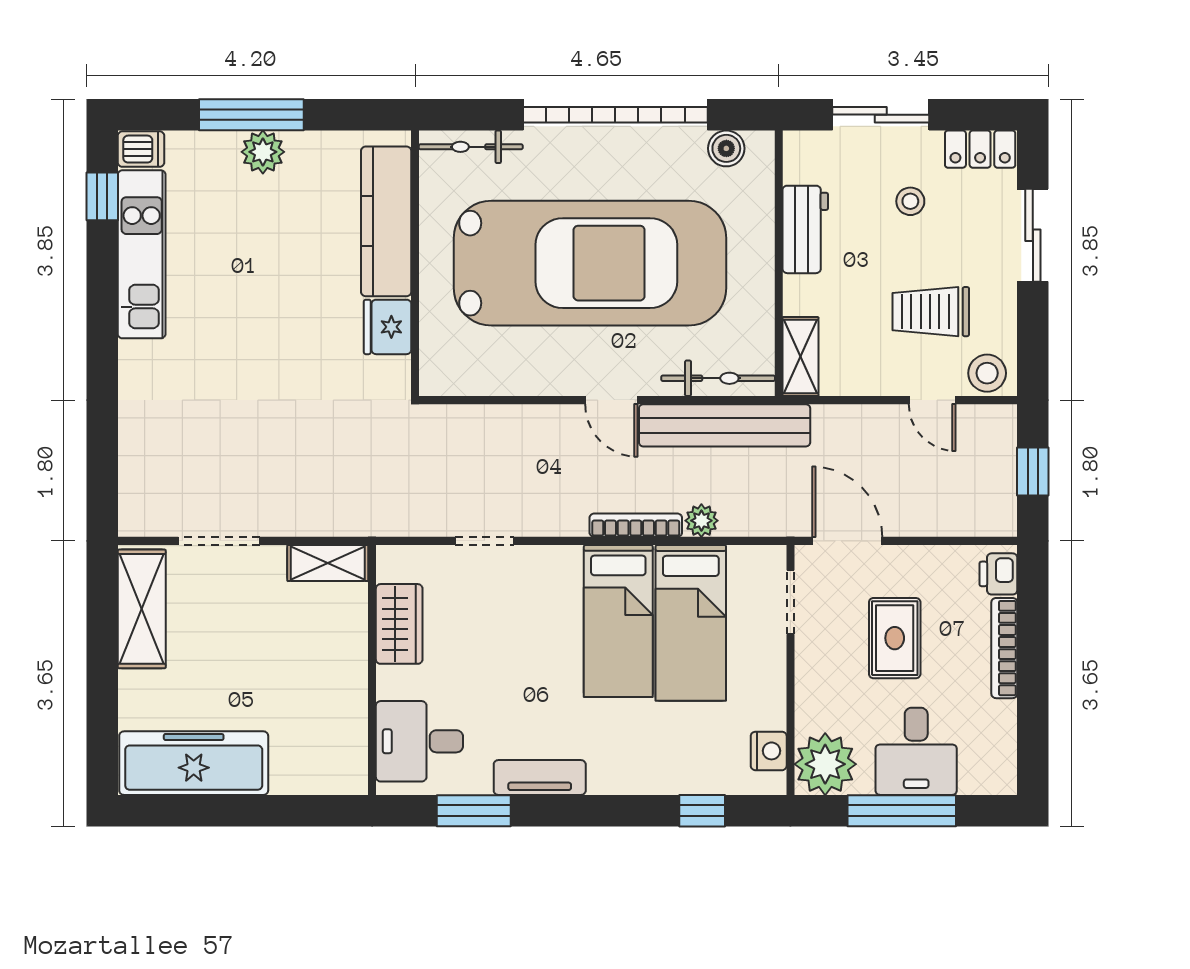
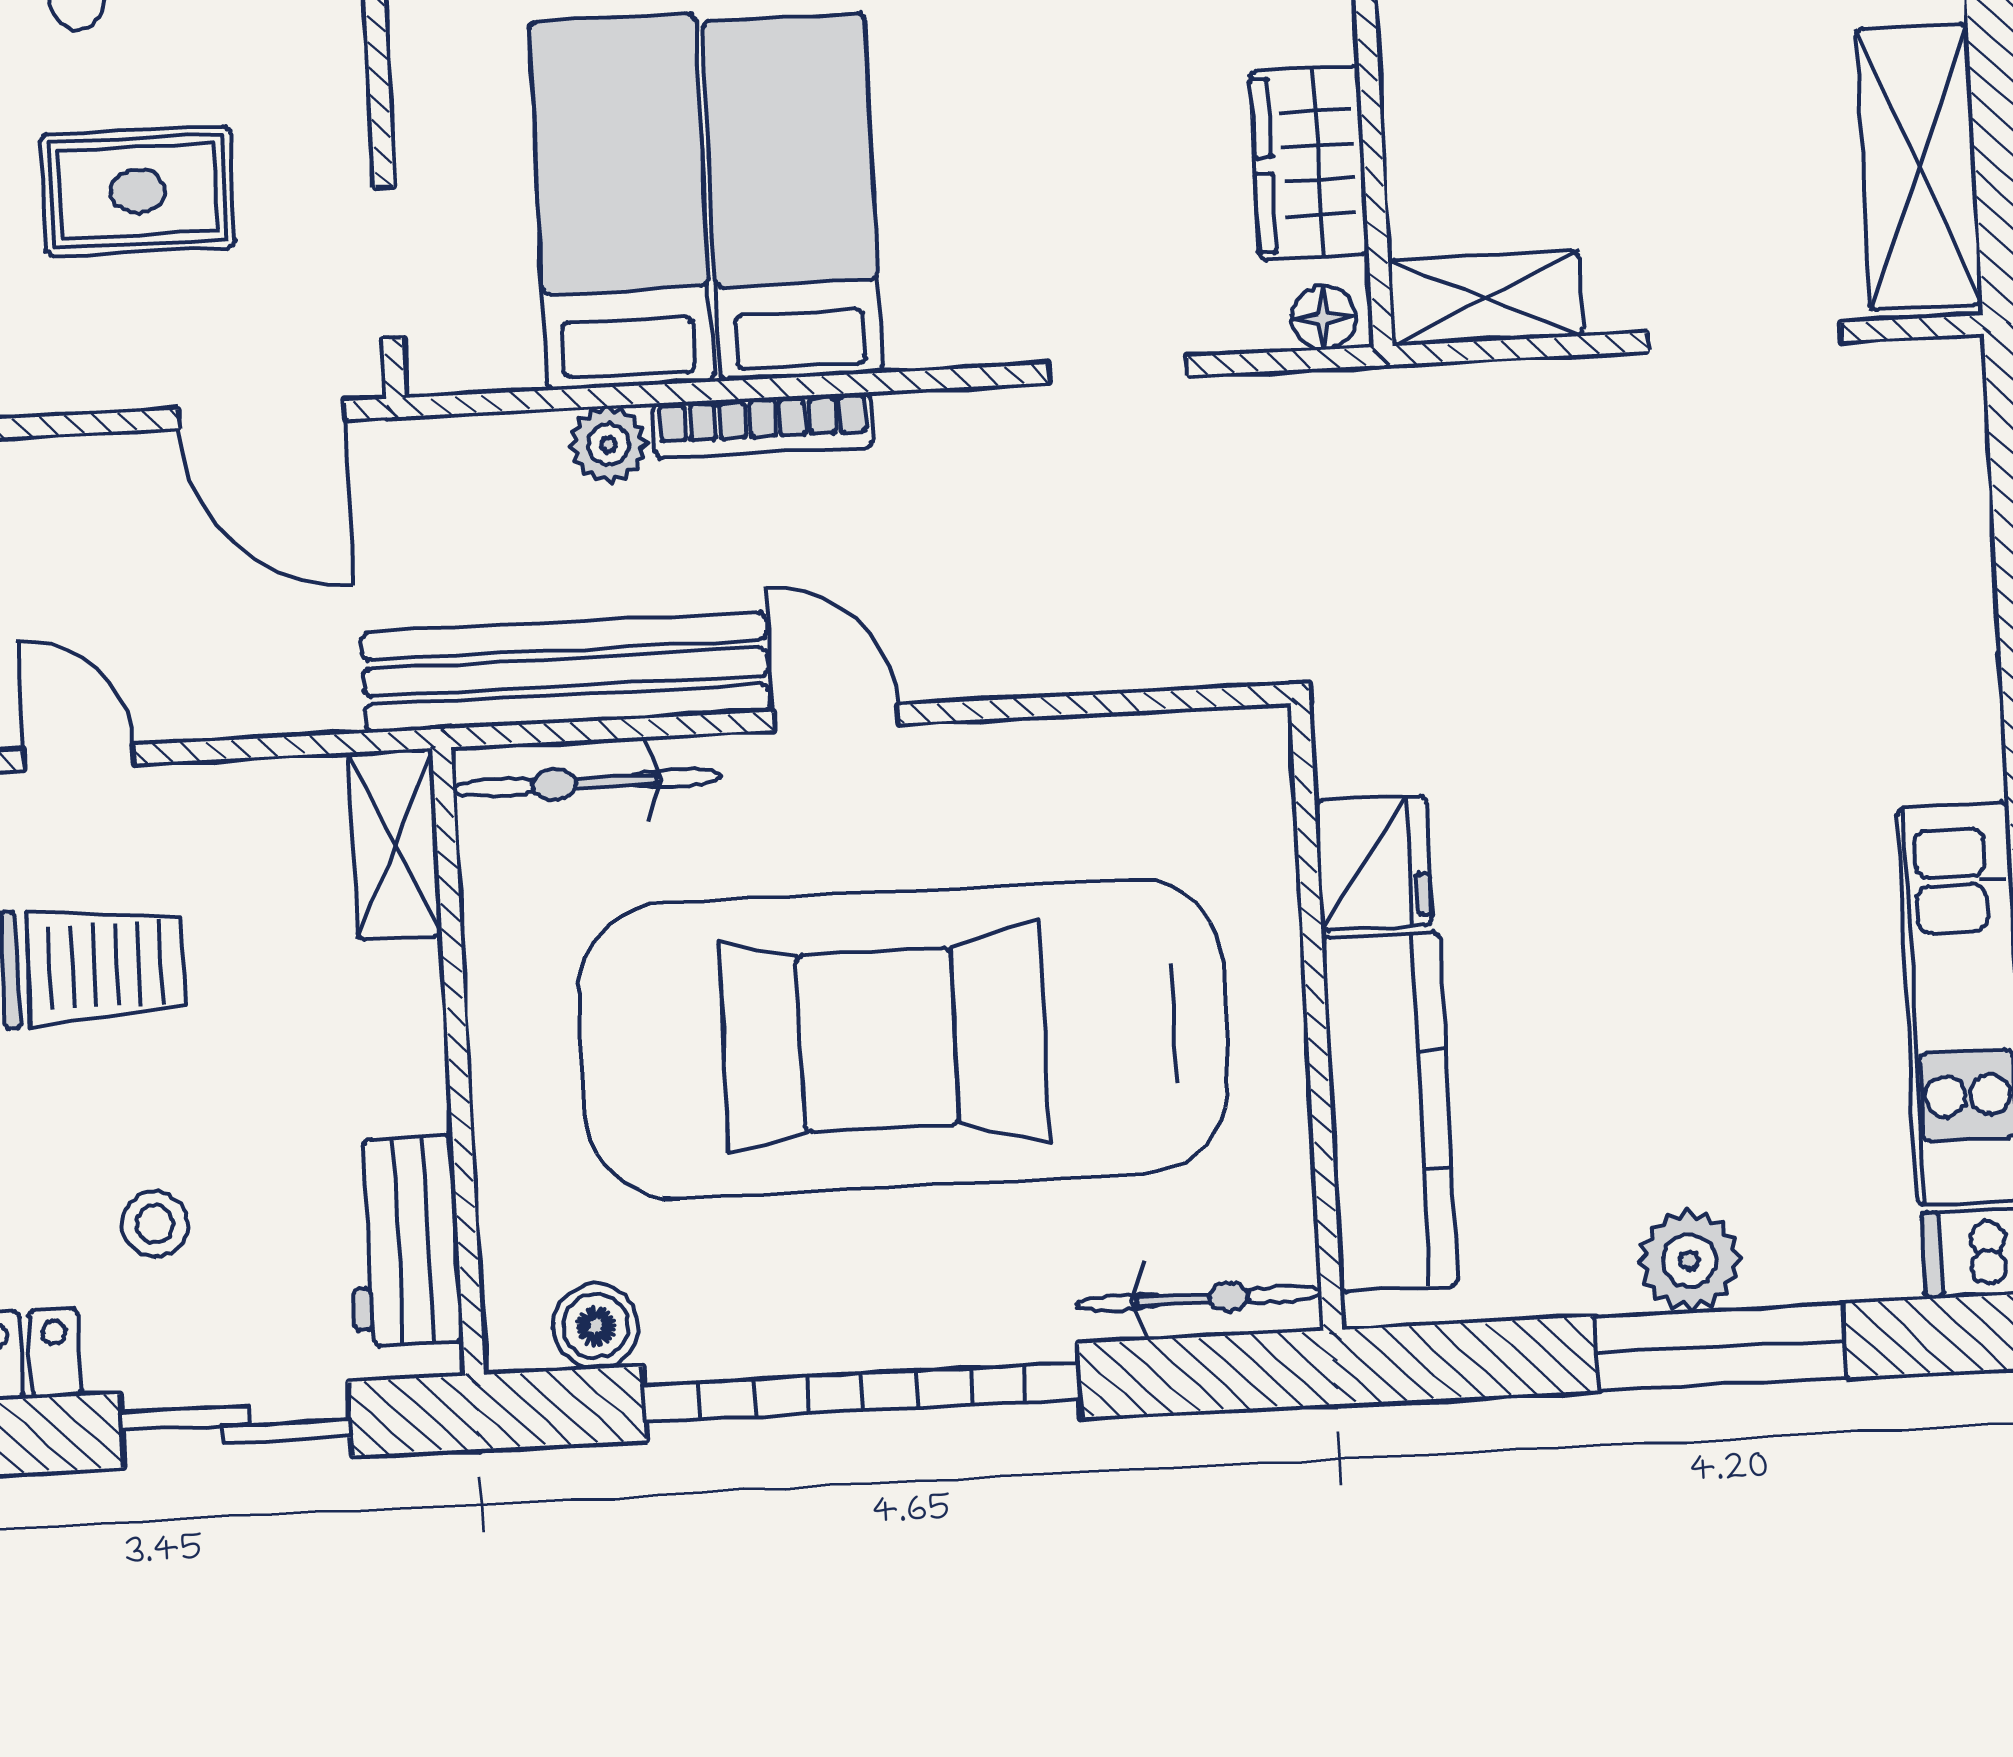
workbench: (805, 229) -> (405, 1241), moved
floor lamp: (397, 558) -> (1324, 318), added
rug: (895, 638) -> (138, 191), turned 90

